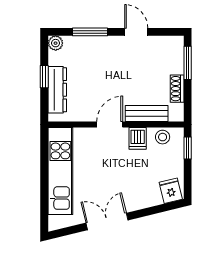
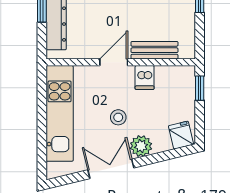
shoe rack: (177, 89) -> (188, 23), removed
stool: (163, 137) -> (118, 117), moved
plant: (134, 201) -> (141, 146), added

